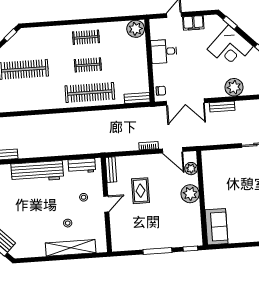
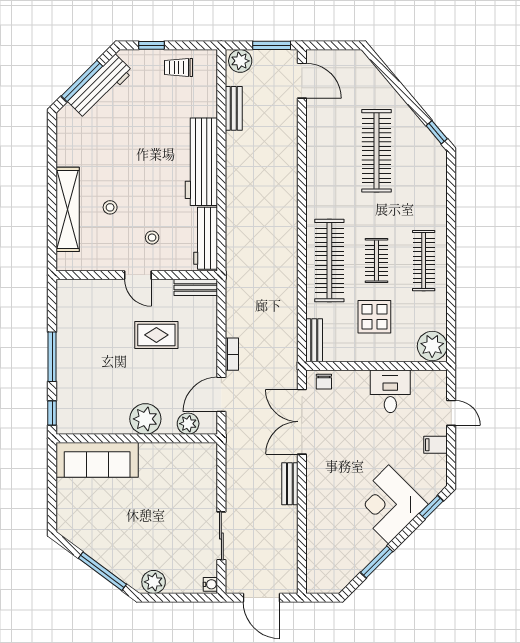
filing cabinet: (193, 23) -> (435, 445), width x0.50
clothes rail: (86, 37) -> (424, 261), width x1.36
display table: (121, 64) -> (374, 317), added
plant: (234, 87) -> (321, 506), removed
workbench: (82, 166) -> (206, 238), width x1.38
sofa: (216, 227) -> (97, 460), width x1.36

